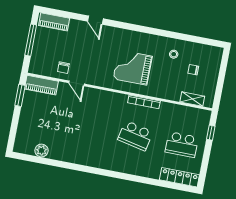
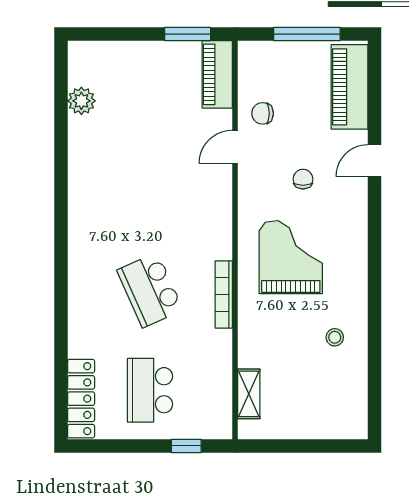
piano: (54, 22) -> (350, 87), width x1.37, depth x1.33
chair: (193, 70) -> (303, 179), moved
school desk: (135, 136) -> (150, 290), turned -36

